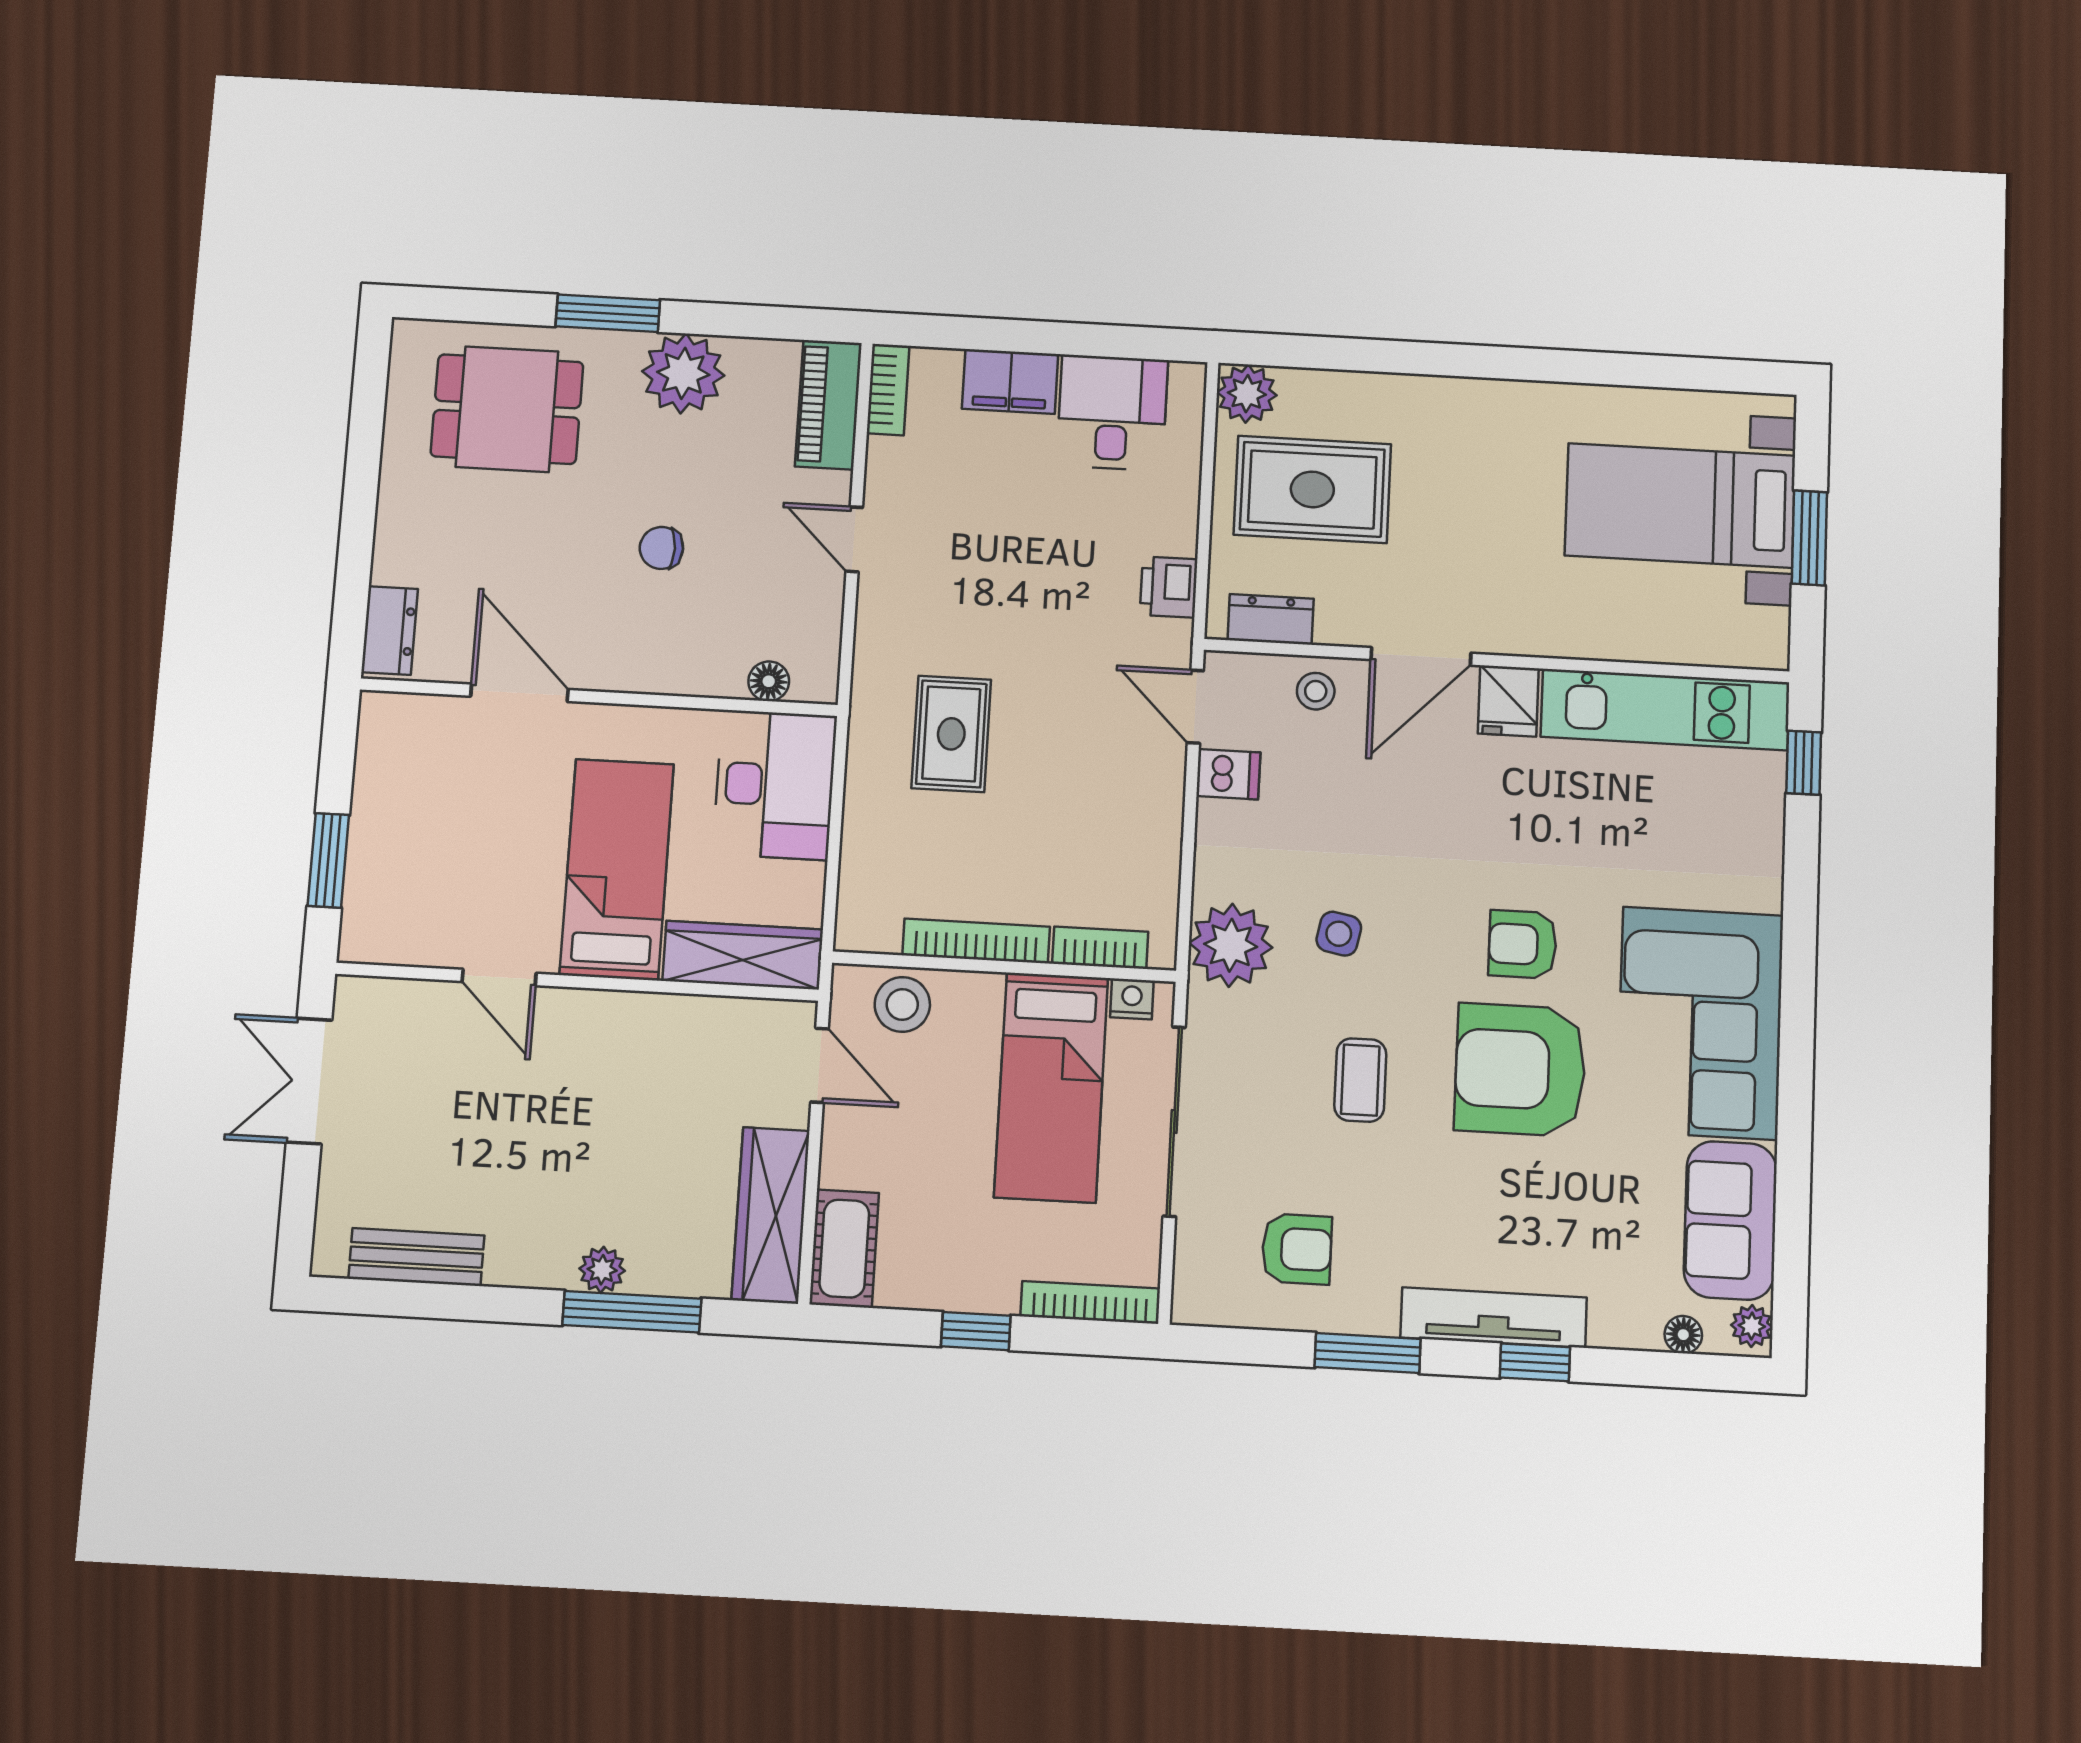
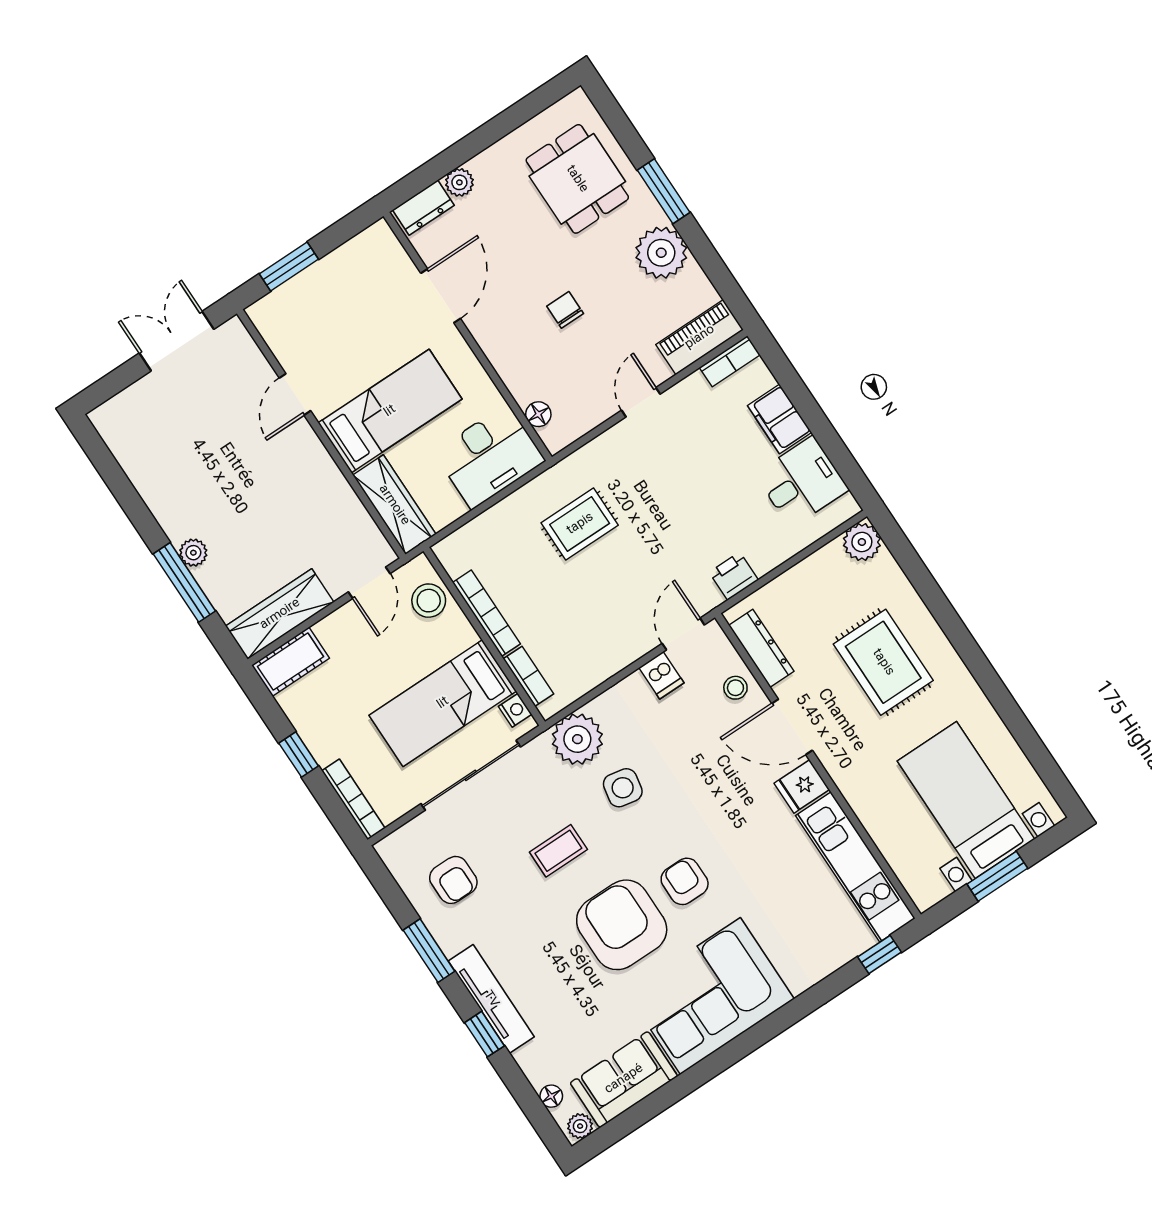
rug: (1312, 489) -> (883, 662), moved
plant: (394, 561) -> (459, 182), added
dresser: (1271, 619) -> (761, 648), width x1.44
side table: (1339, 934) -> (623, 788), width x1.37, depth x1.37
bench: (416, 1257) -> (133, 459), removed

